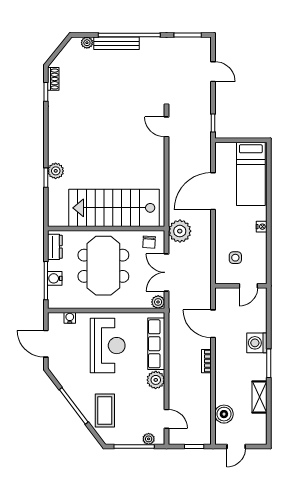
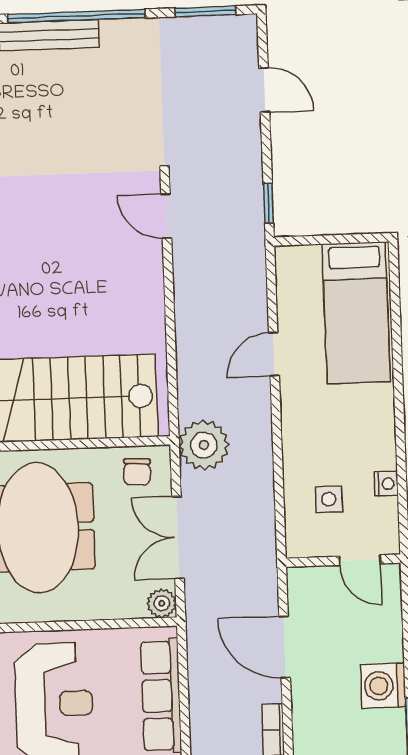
door: (213, 191) -> (274, 354), width x0.53
nightstand: (262, 227) -> (386, 484), moved
door: (248, 286) -> (360, 560), hinge flipped

